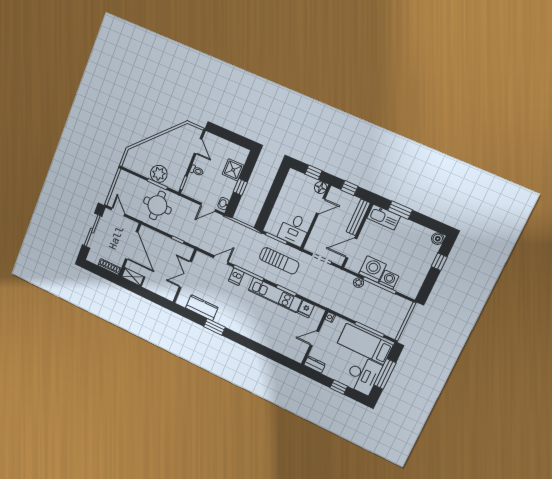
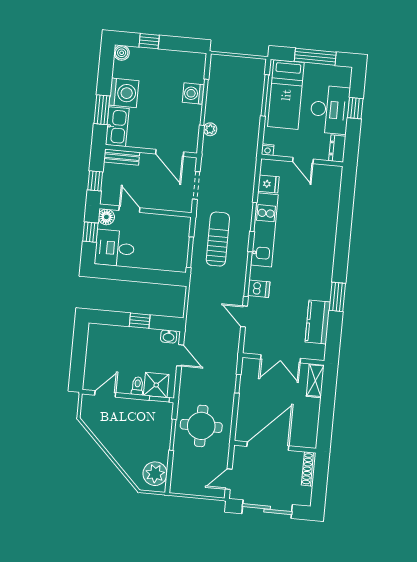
shower: (233, 170) -> (156, 385), moved
plant: (159, 174) -> (155, 474), moved
bench: (358, 217) -> (122, 157), width x0.73
desk: (294, 229) -> (115, 248), moved, turned 180
washing machine: (372, 269) -> (124, 93), moved, turned 180
shelving: (133, 277) -> (315, 381), moved
desk: (363, 375) -> (330, 110), moved, turned 90

